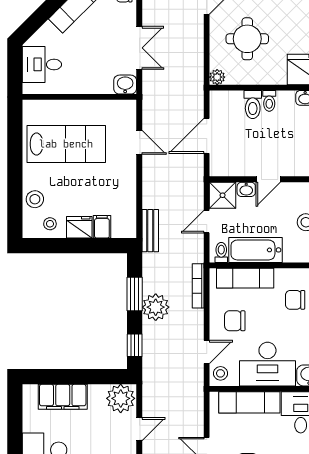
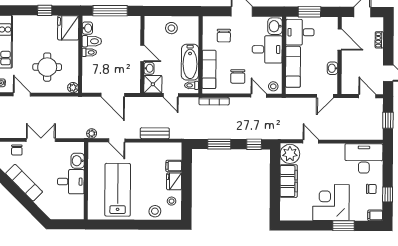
double door: (139, 48) -> (41, 140), moved
desk: (42, 64) -> (71, 182), moved, turned -90
washbasin: (125, 85) -> (78, 161), moved
toilet: (253, 105) -> (92, 41), moved
door: (139, 142) -> (117, 140), swing flipped
bench: (150, 231) -> (155, 133), moved
plant: (156, 307) -> (92, 134), moved, width x0.53, depth x0.53
desk: (267, 364) -> (267, 49), width x0.73
filing cabinet: (63, 397) -> (289, 181), moved

